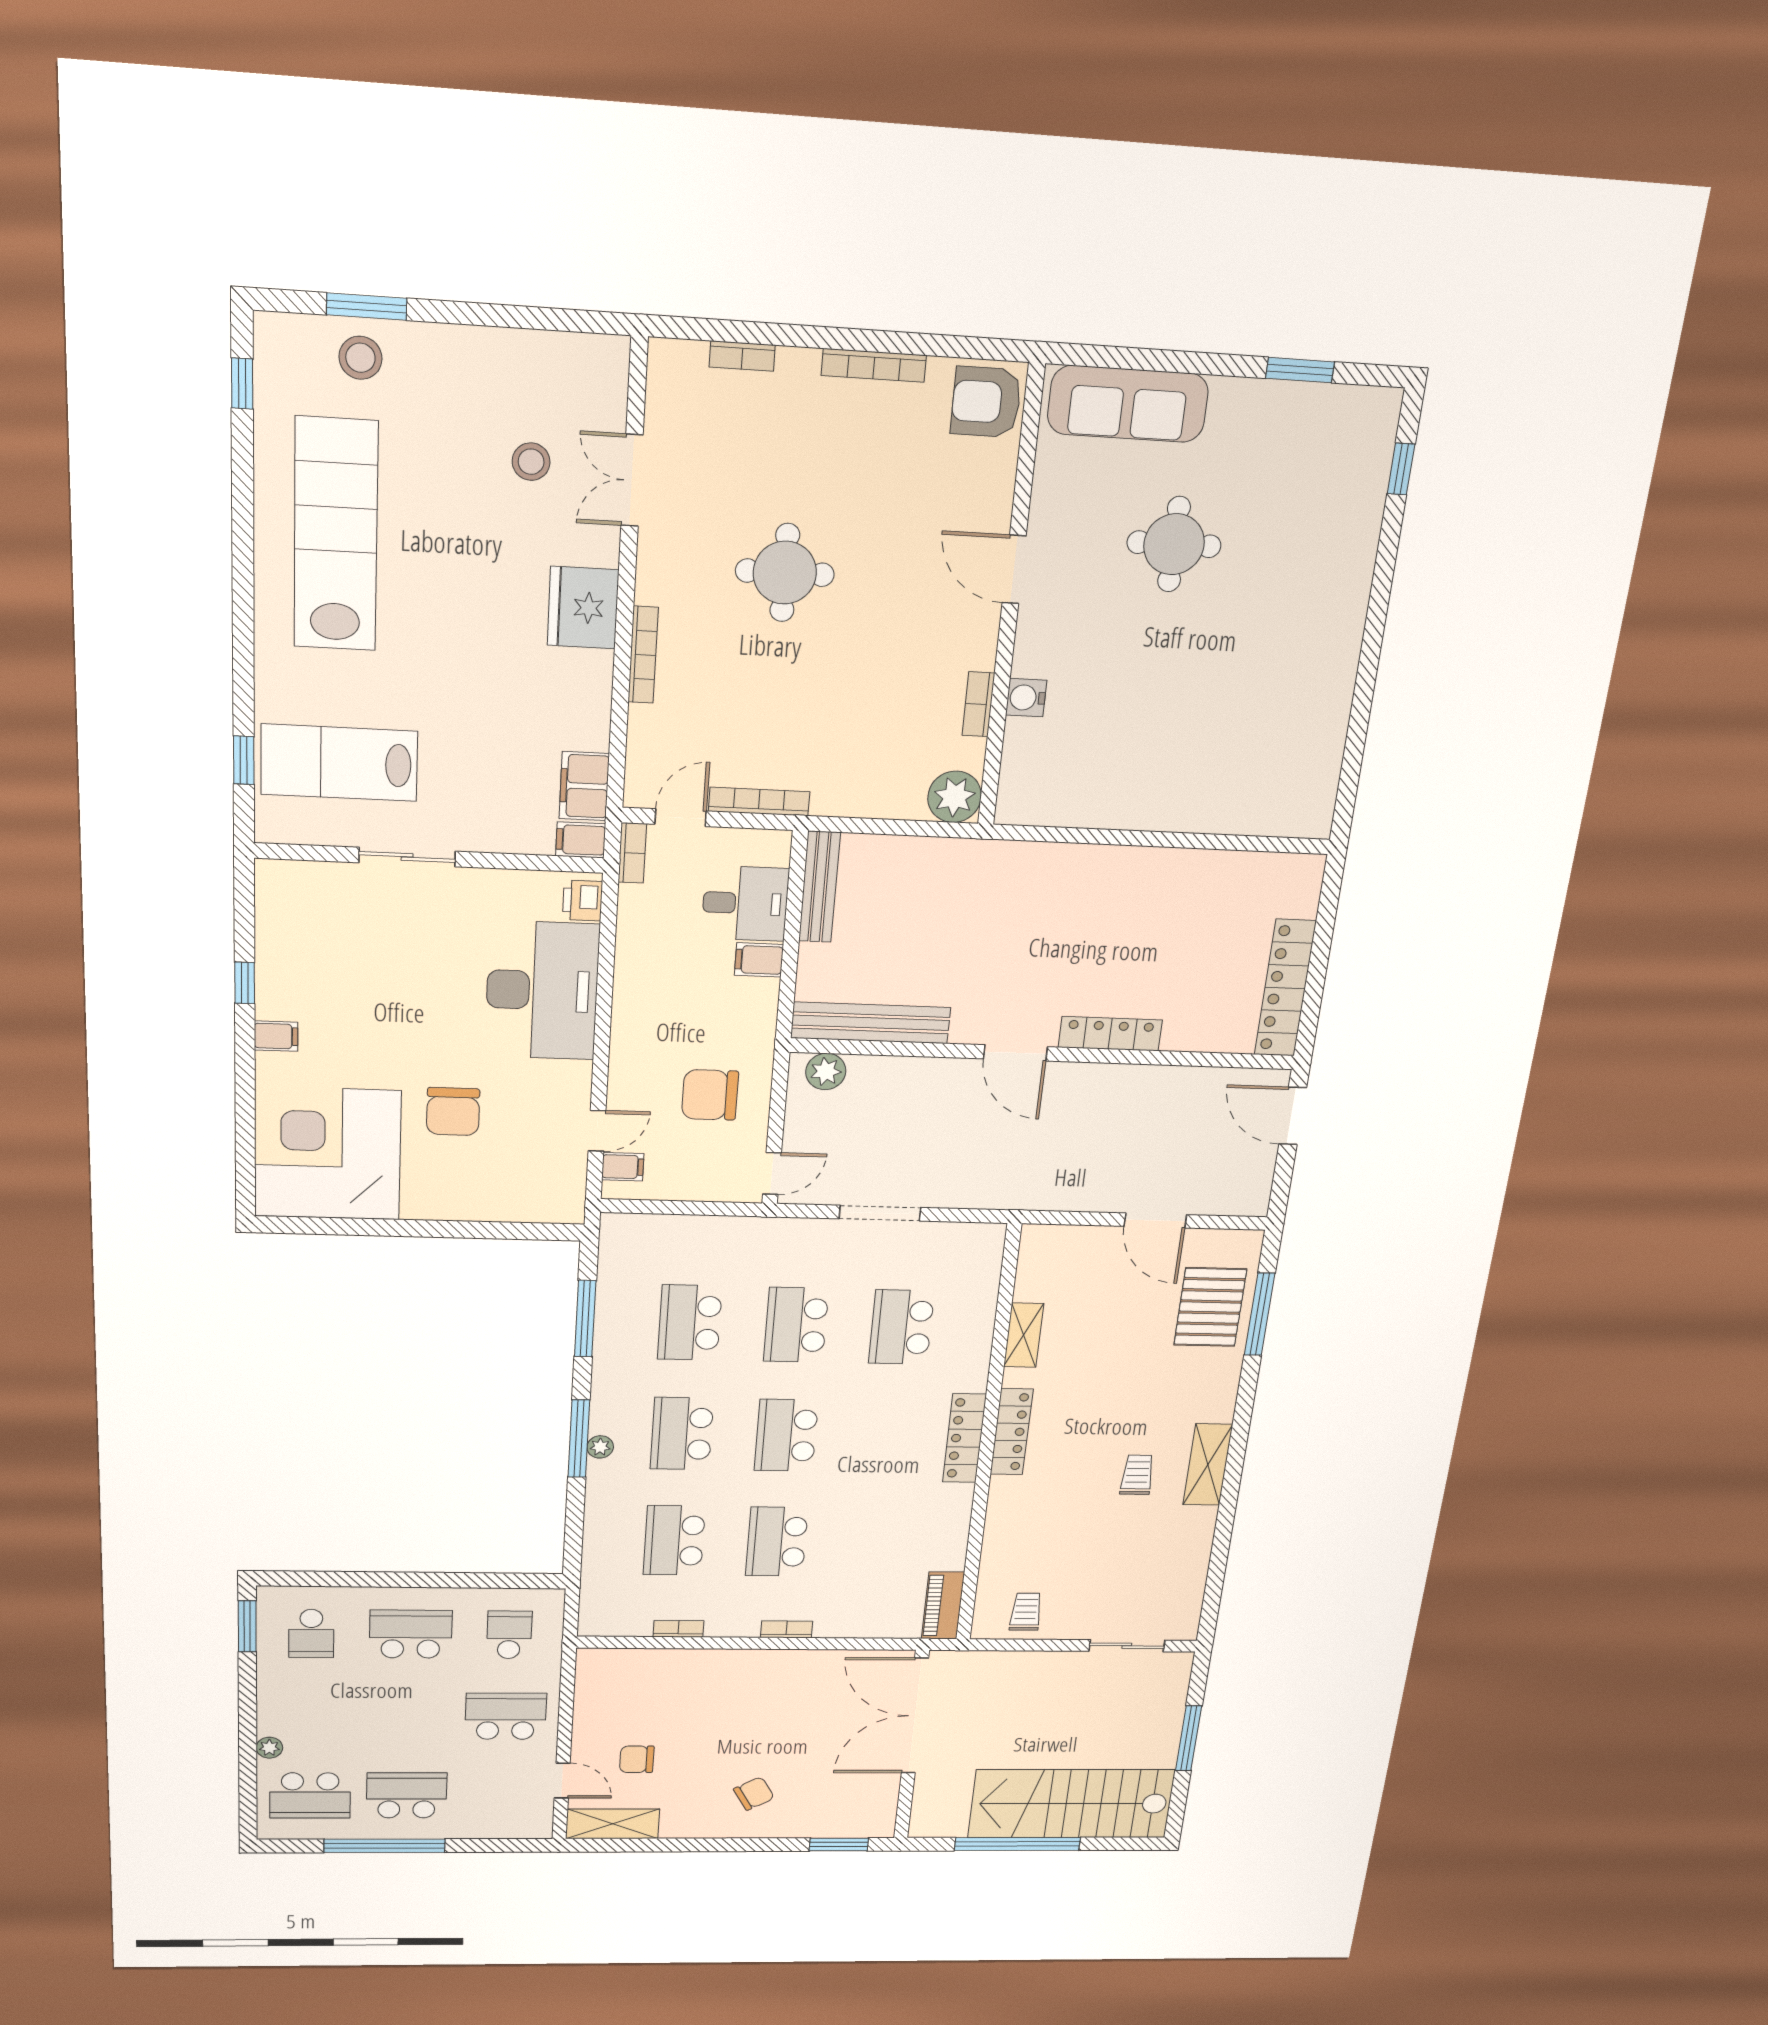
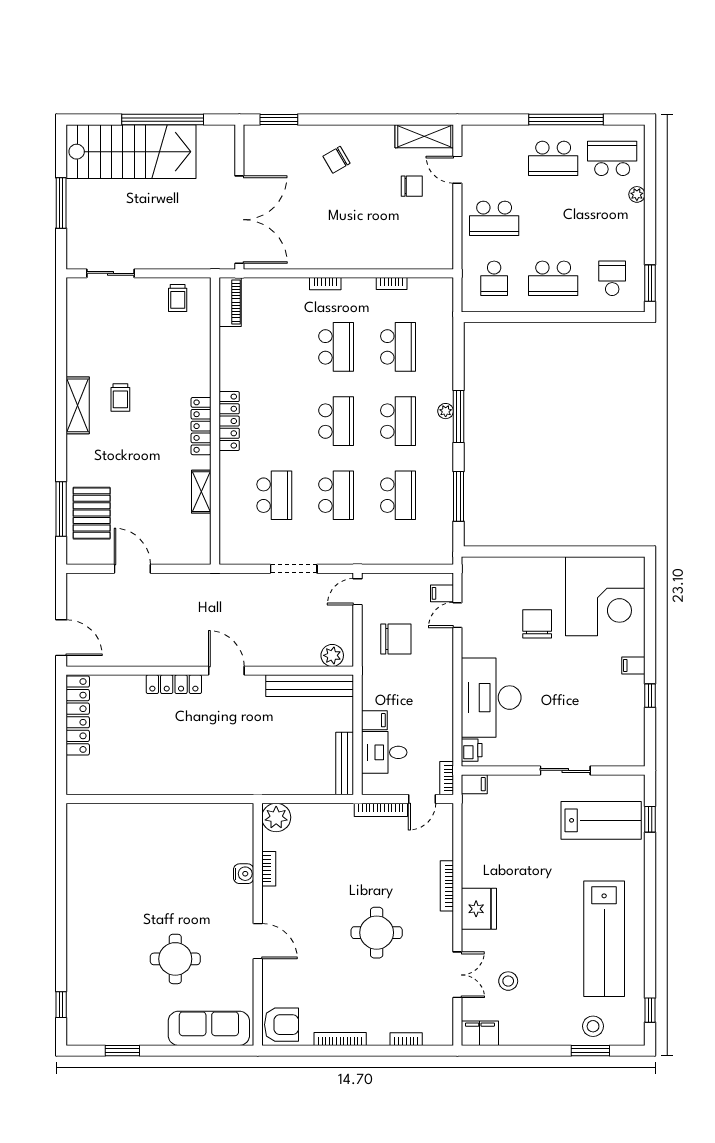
filing cabinet: (584, 786) -> (480, 1033), moved, turned -90

